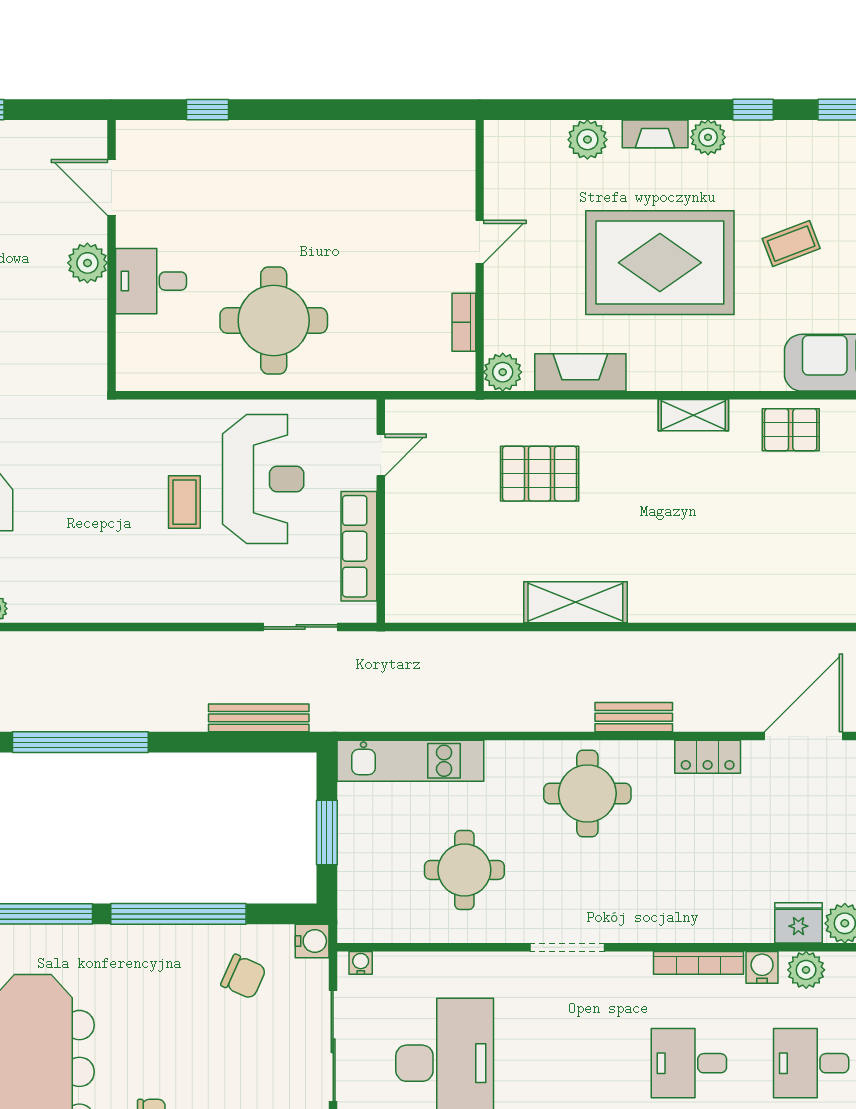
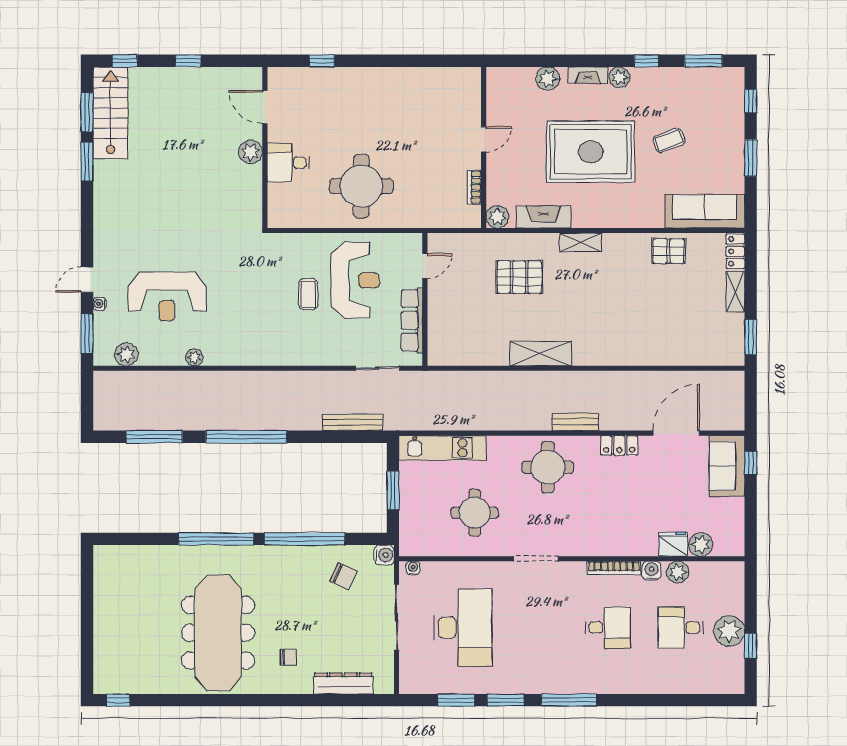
shelving: (693, 415) -> (581, 242), moved
desk: (689, 1063) -> (608, 628), turned 180

